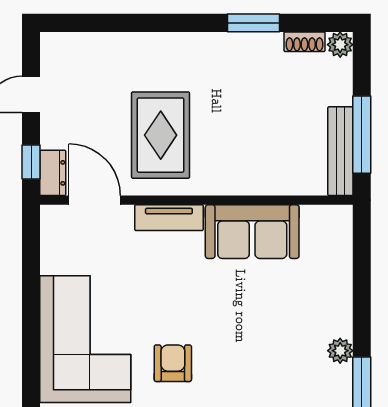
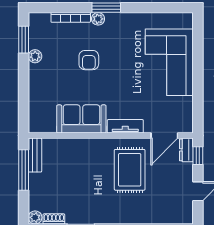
bench: (340, 151) -> (35, 155), width x0.73
door: (95, 200) -> (164, 136), hinge flipped
armchair: (173, 363) -> (89, 60), moved

